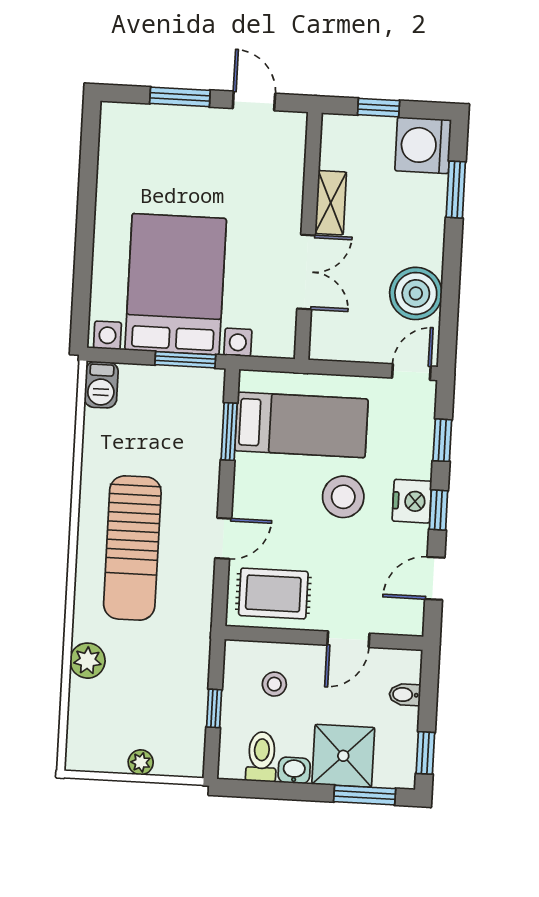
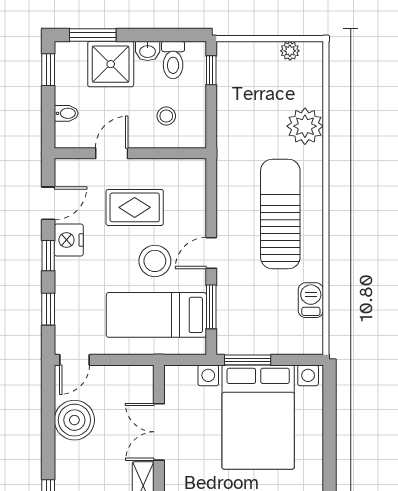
barbecue: (101, 385) -> (311, 300), moved
stool: (343, 497) -> (155, 261), moved
nightstand: (412, 501) -> (69, 240), moved
door: (223, 538) -> (211, 253), moved
rug: (273, 593) -> (135, 207), moved
plant: (87, 661) -> (305, 126), width x1.36, depth x1.36
window: (214, 708) -> (211, 70), moved
plant: (141, 762) -> (290, 51), moved

